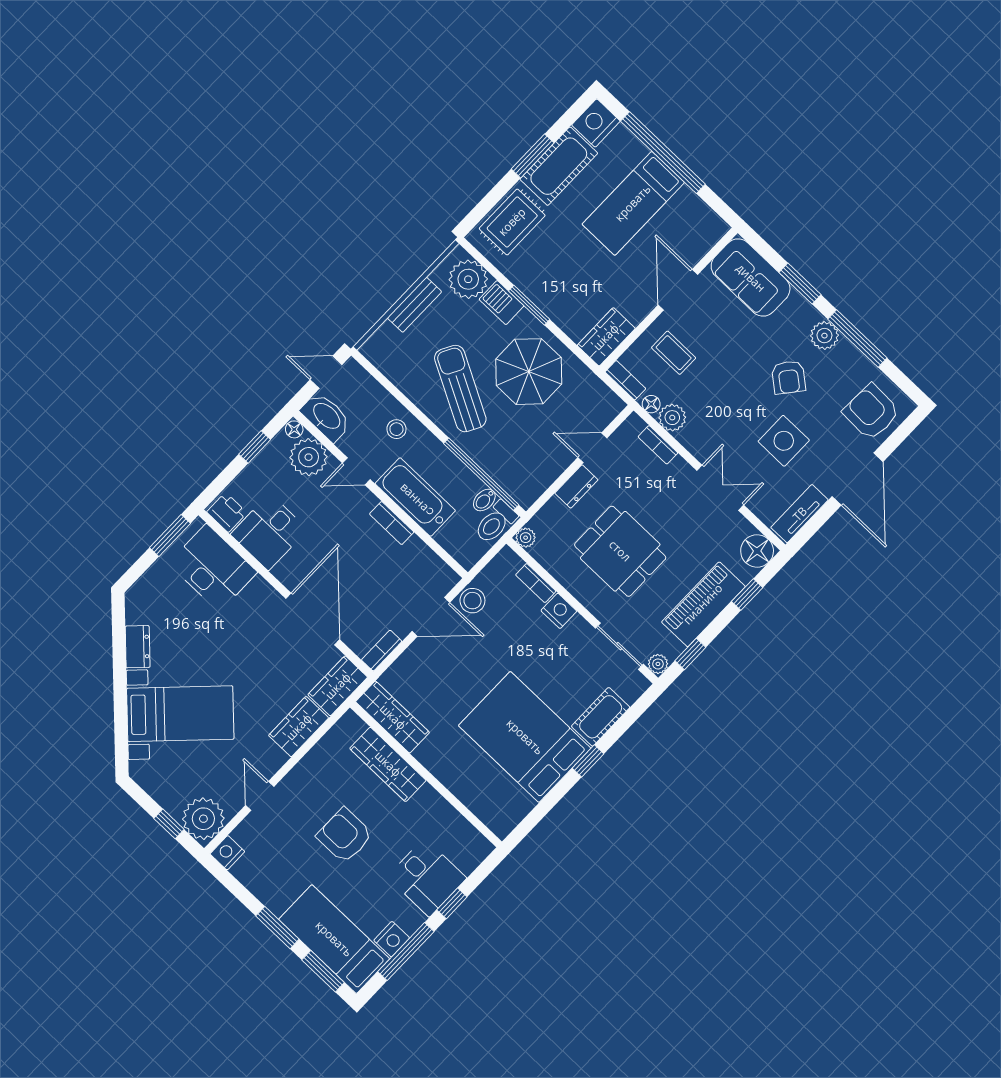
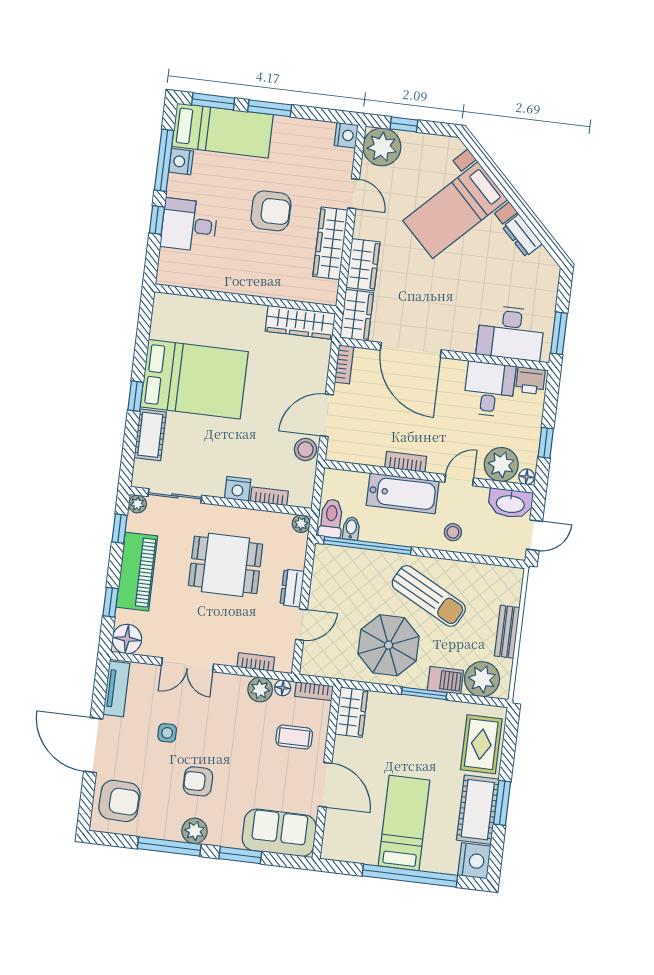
armchair: (789, 377) -> (198, 781), turned -39
side table: (784, 441) -> (167, 733), width x0.54, depth x0.54
wardrobe: (388, 764) -> (330, 243), moved, turned -90

